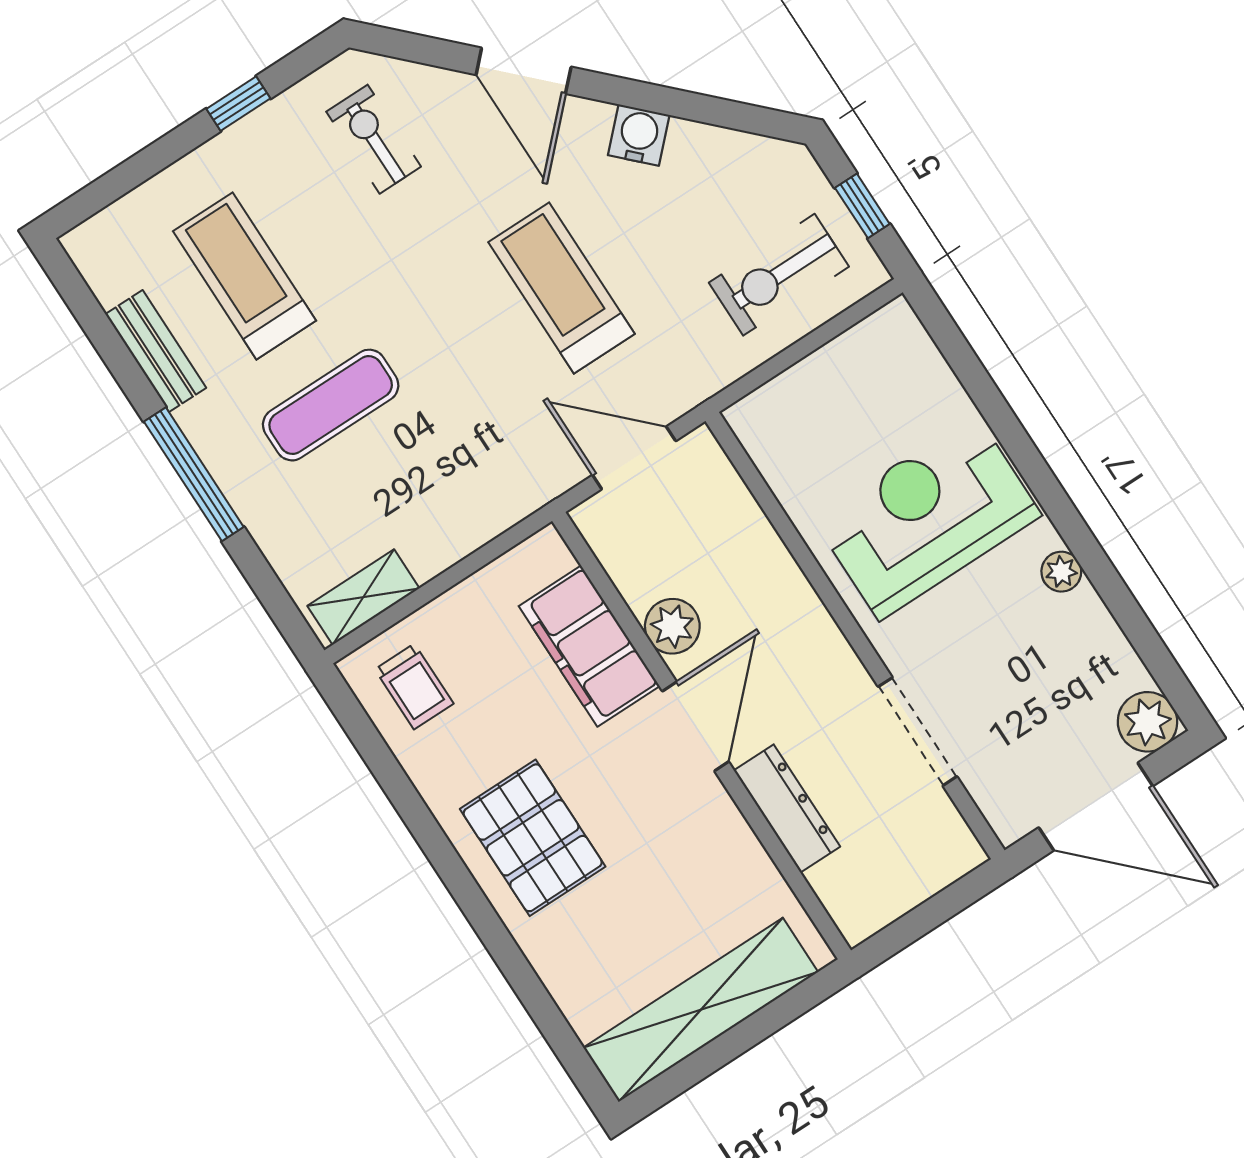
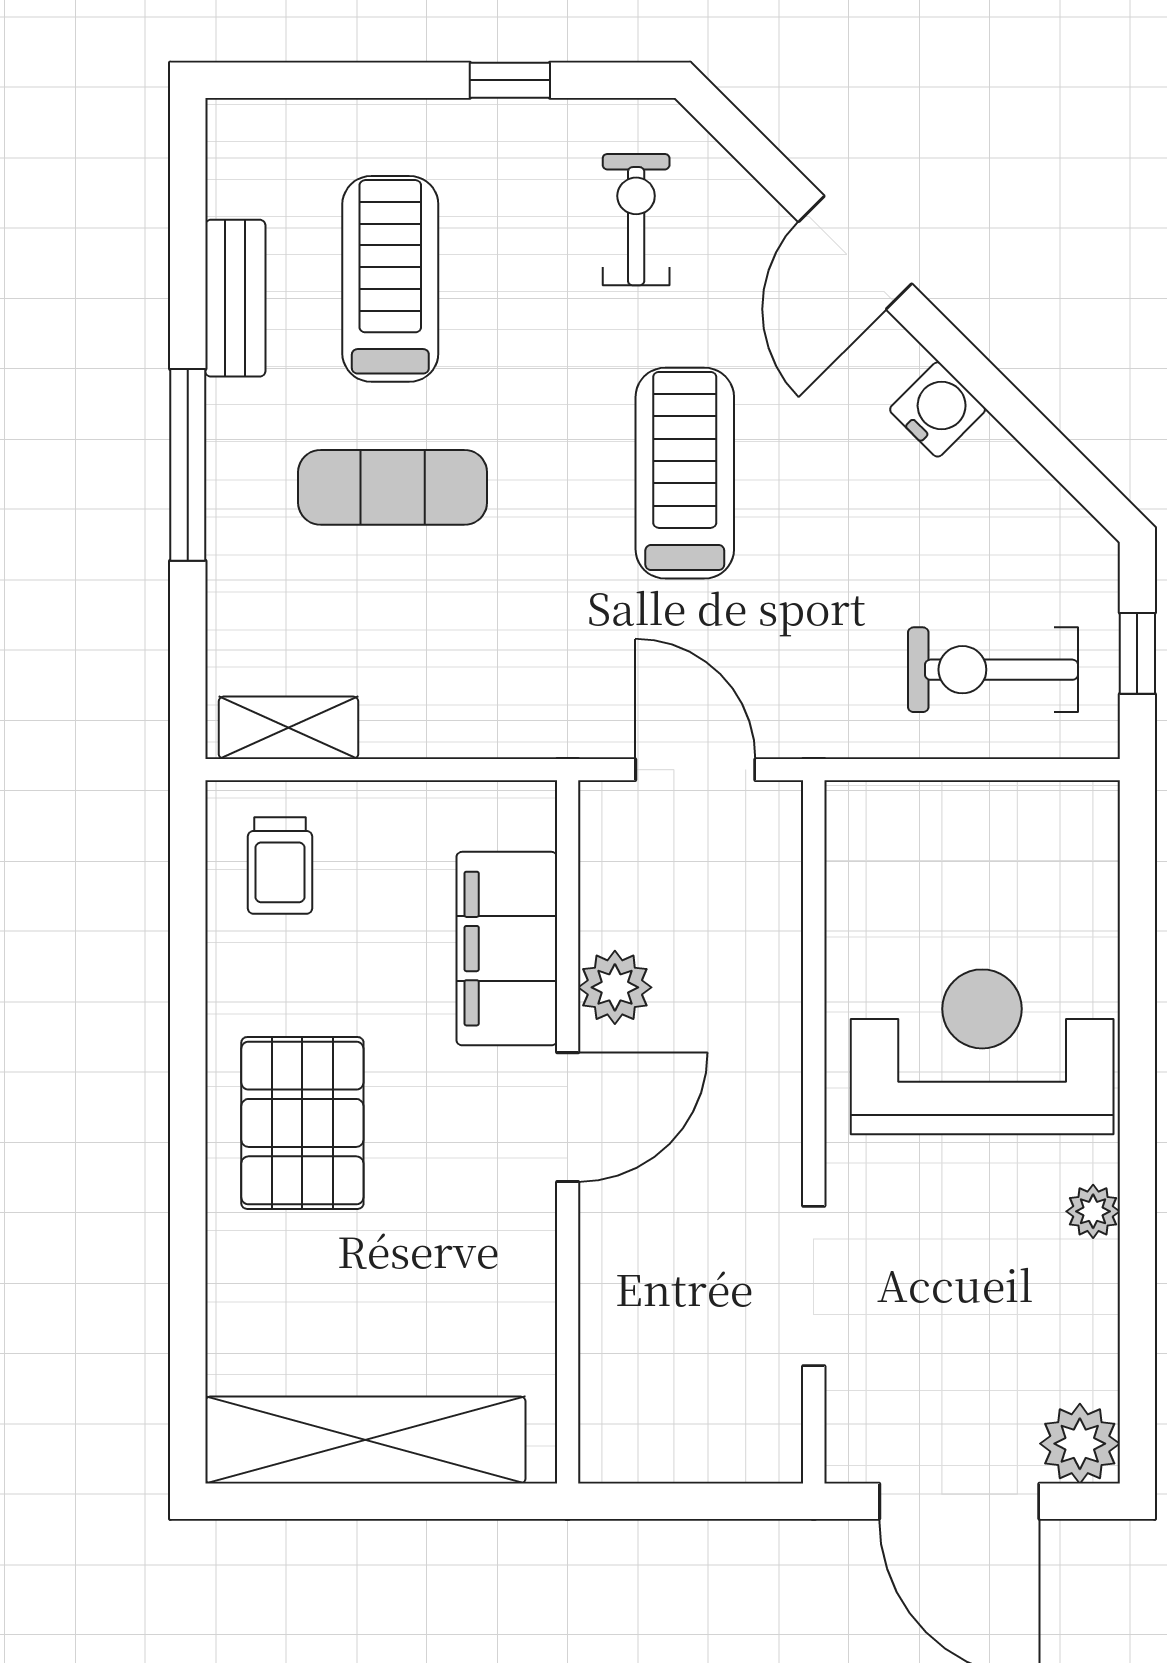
treadmill: (561, 288) -> (685, 473), moved
dresser: (787, 808) -> (610, 1277), removed

